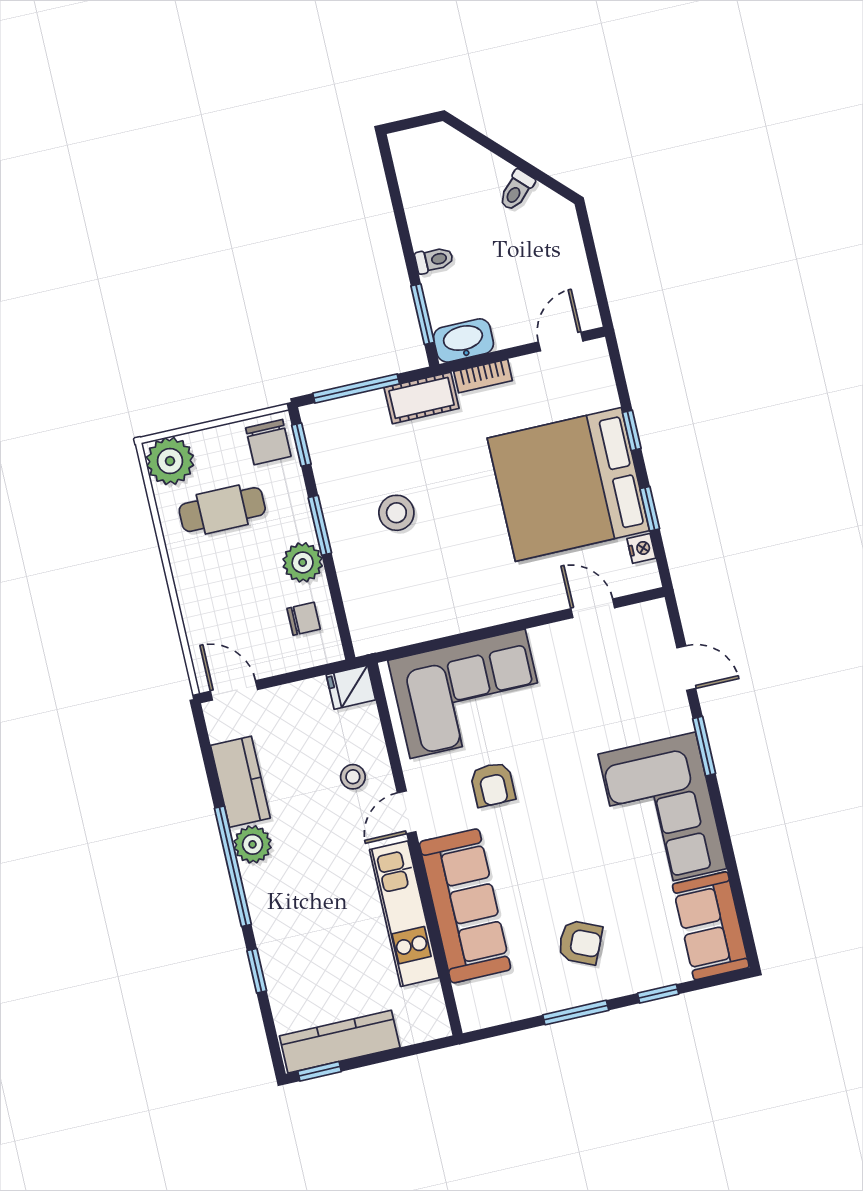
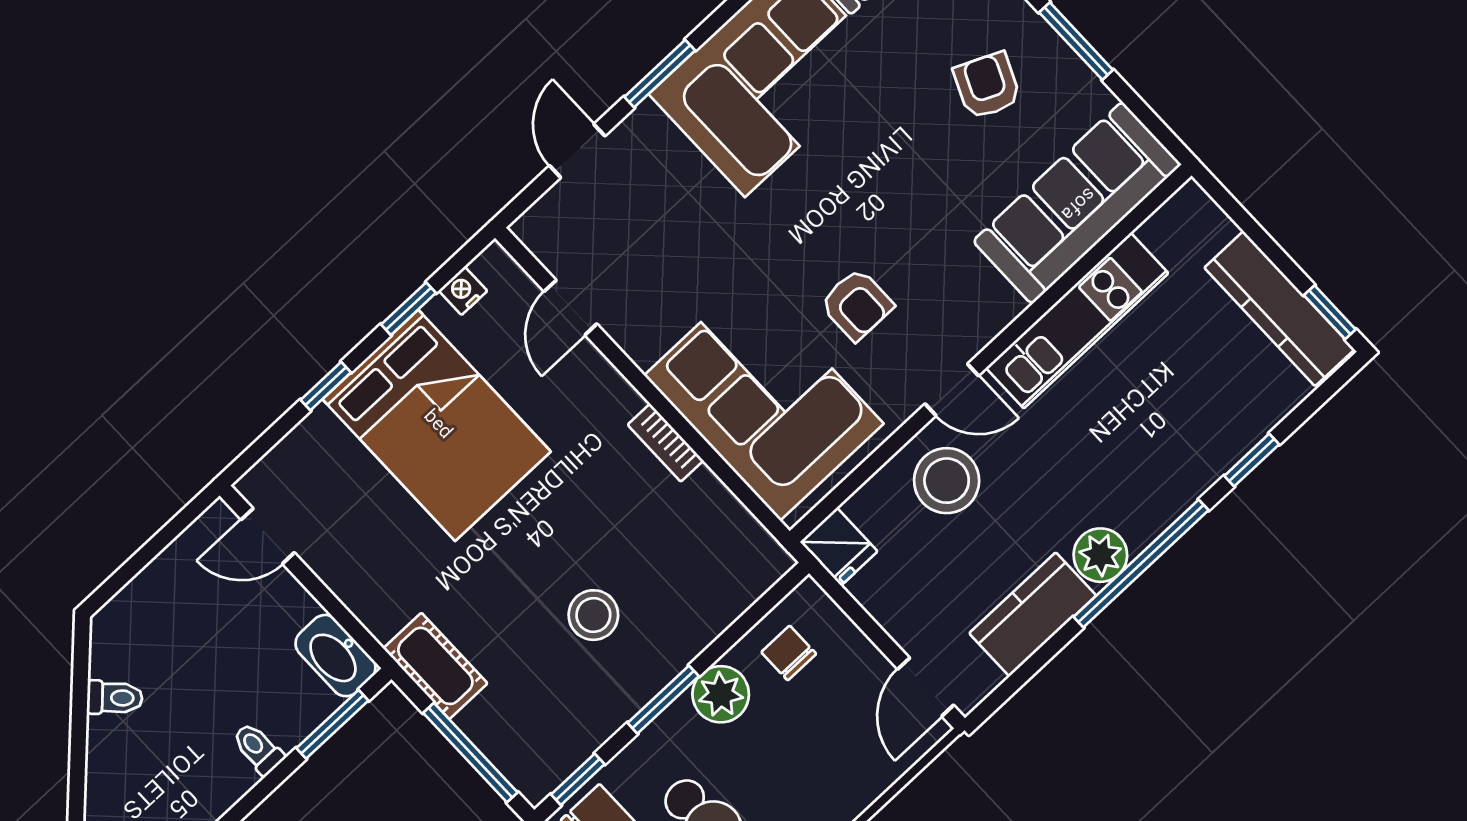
bookcase: (483, 376) -> (666, 443), moved, turned 180
bed: (568, 484) -> (437, 425), width x0.73
stool: (353, 777) -> (947, 481), width x1.89, depth x1.89
armchair: (493, 784) -> (857, 305), turned 90
sofa: (465, 906) -> (1077, 203), moved

